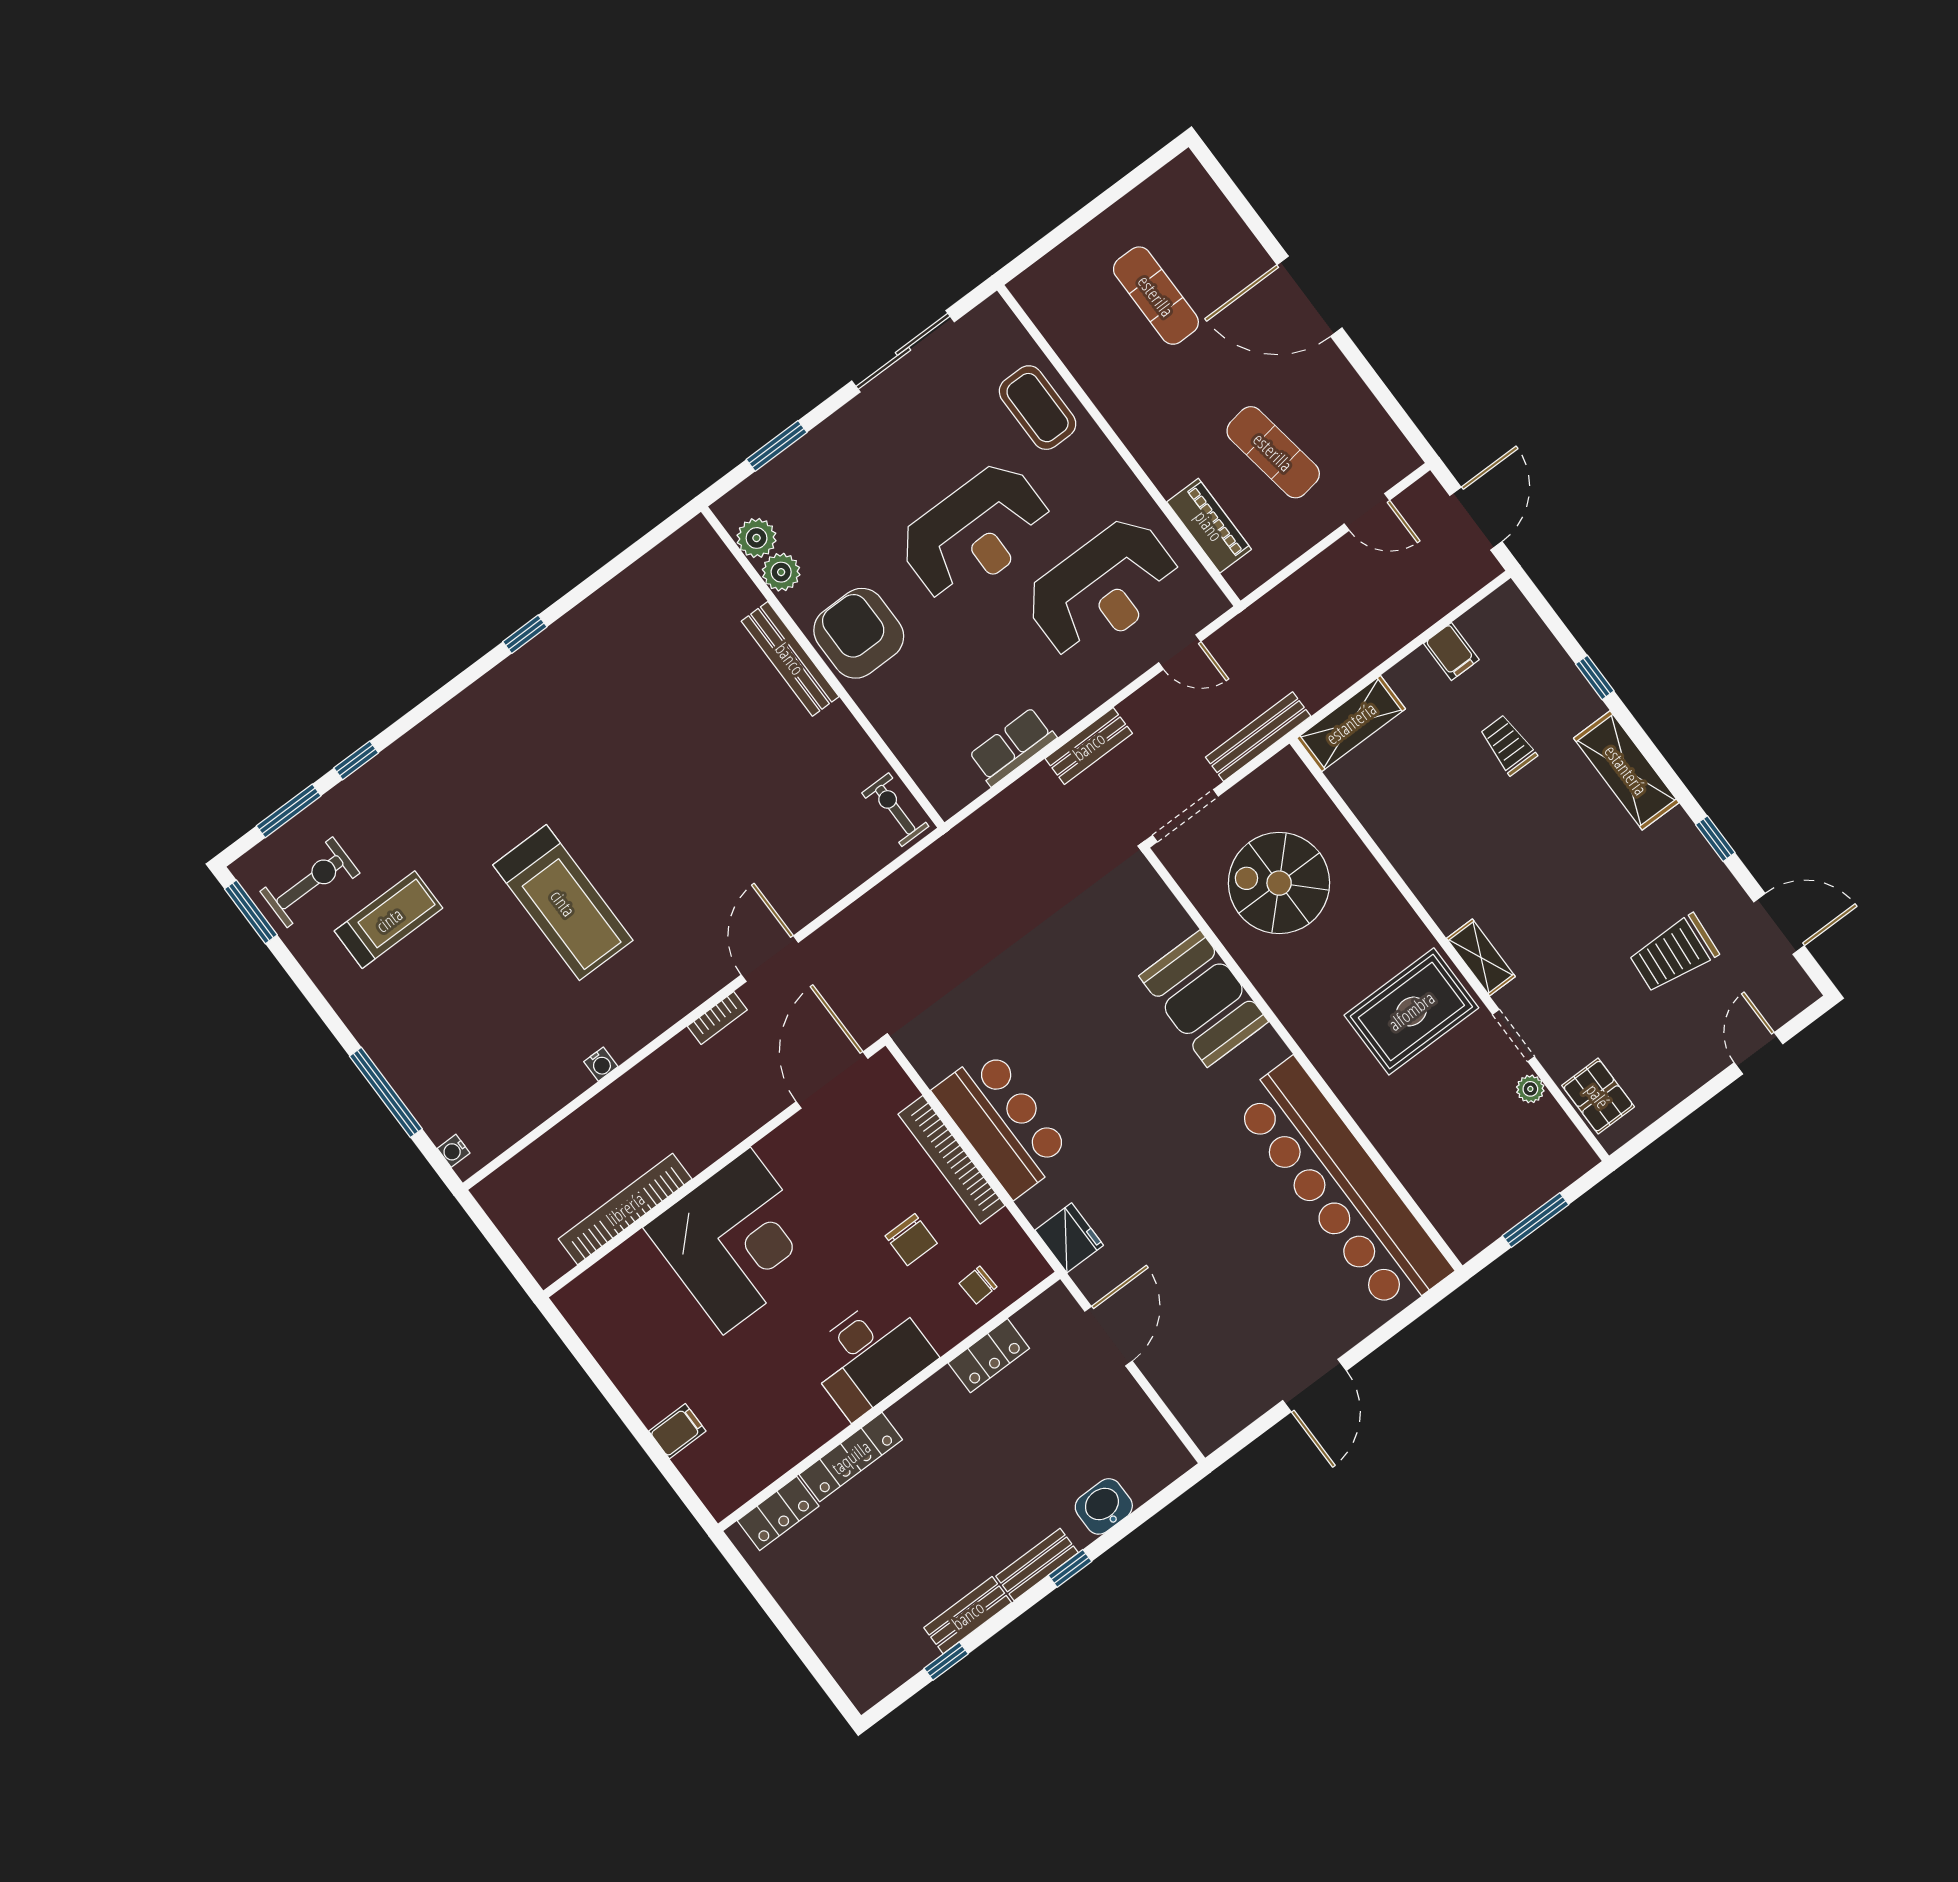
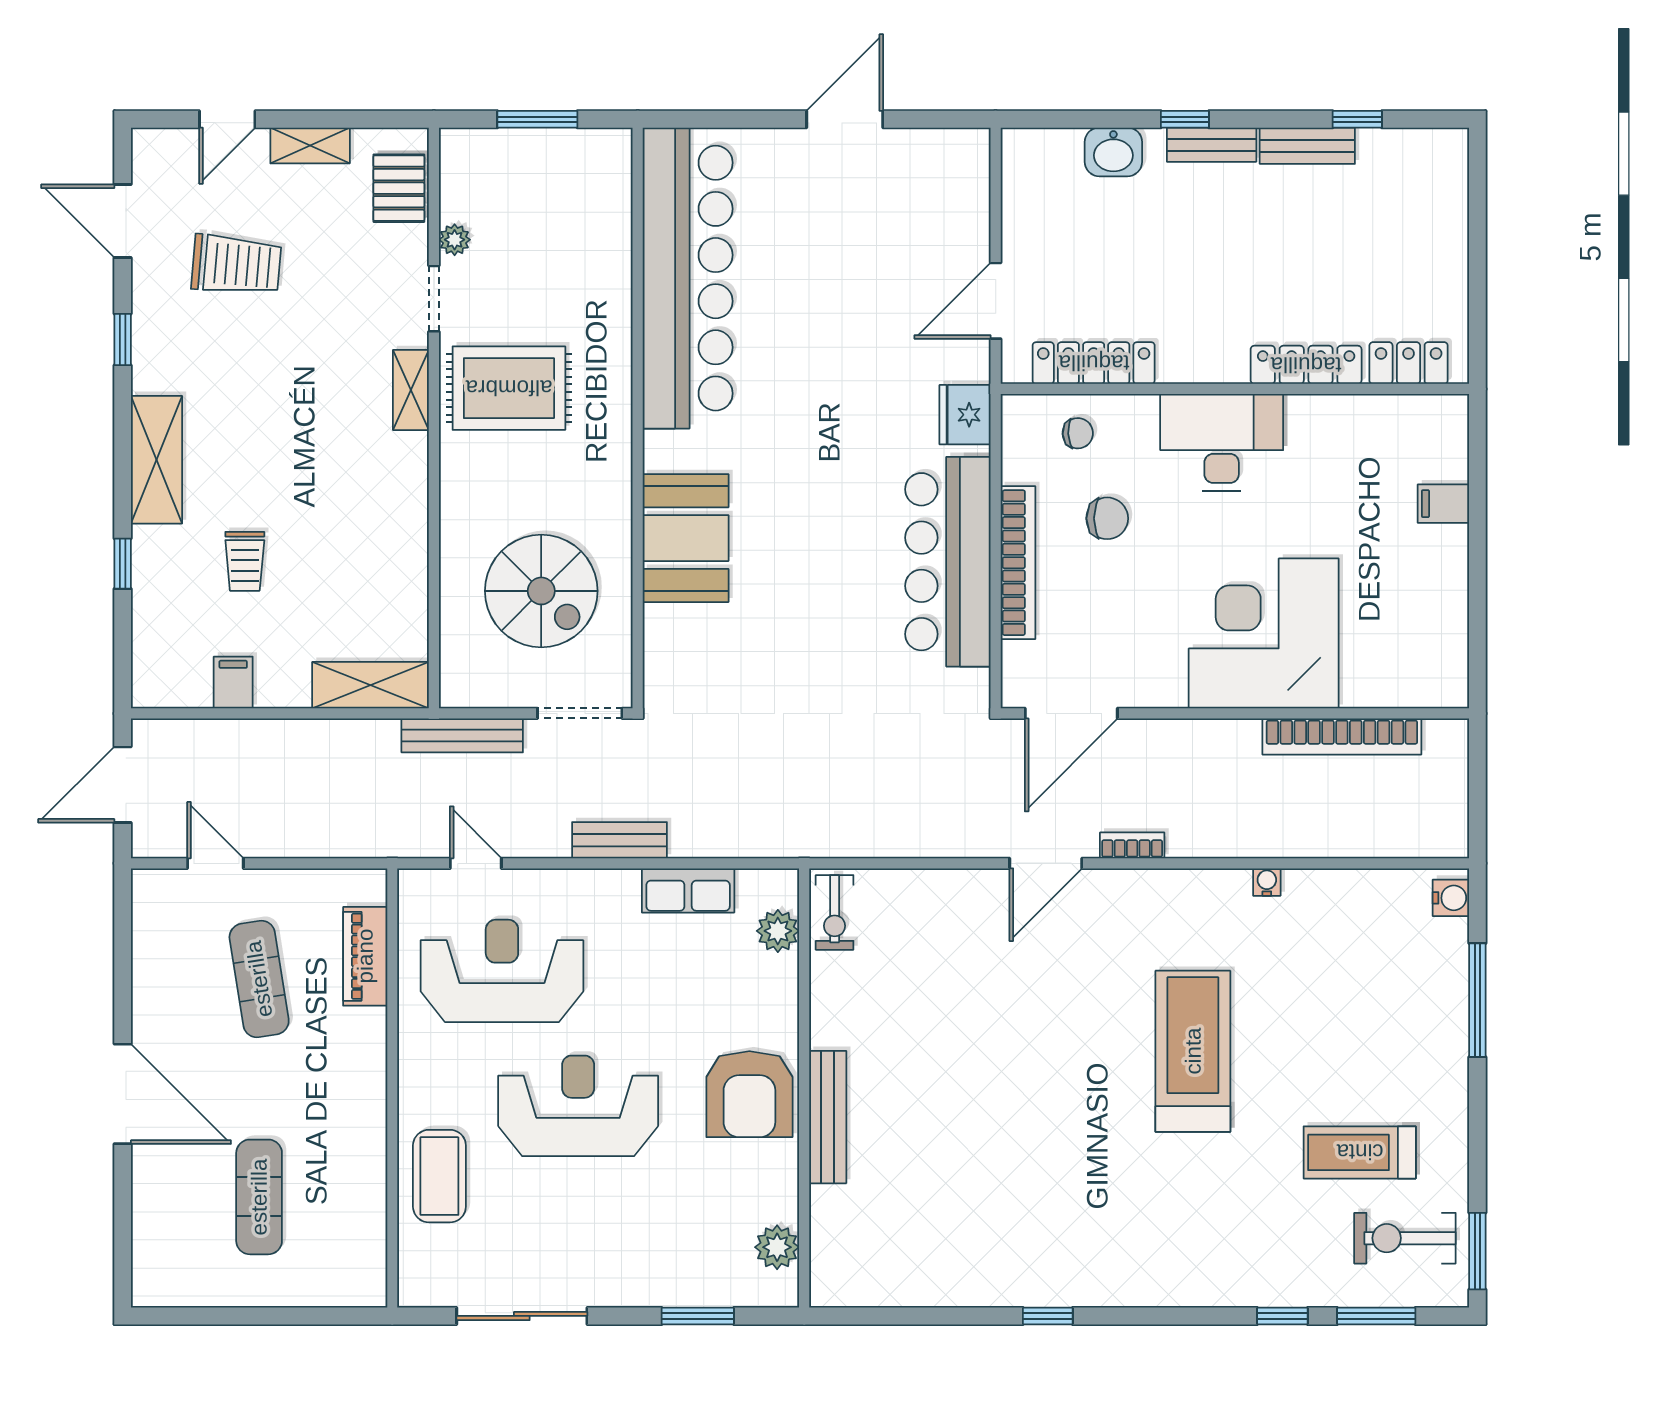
plant: (781, 572) -> (778, 931), moved
shelving: (1685, 1079) -> (310, 146), added
bar counter: (1002, 1123) -> (948, 562), width x1.36
water cooler: (454, 1151) -> (1451, 898), width x1.38, depth x1.38
chair: (911, 1240) -> (1107, 518), turned 90
locker: (989, 1356) -> (1094, 363), width x1.53

